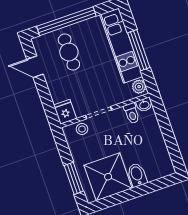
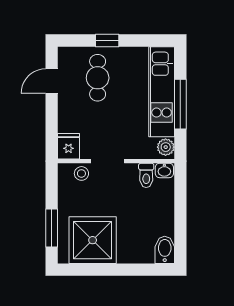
window: (66, 21) -> (107, 41), width x0.32
door: (35, 67) -> (52, 81), hinge flipped
bidet: (137, 175) -> (165, 250), moved

